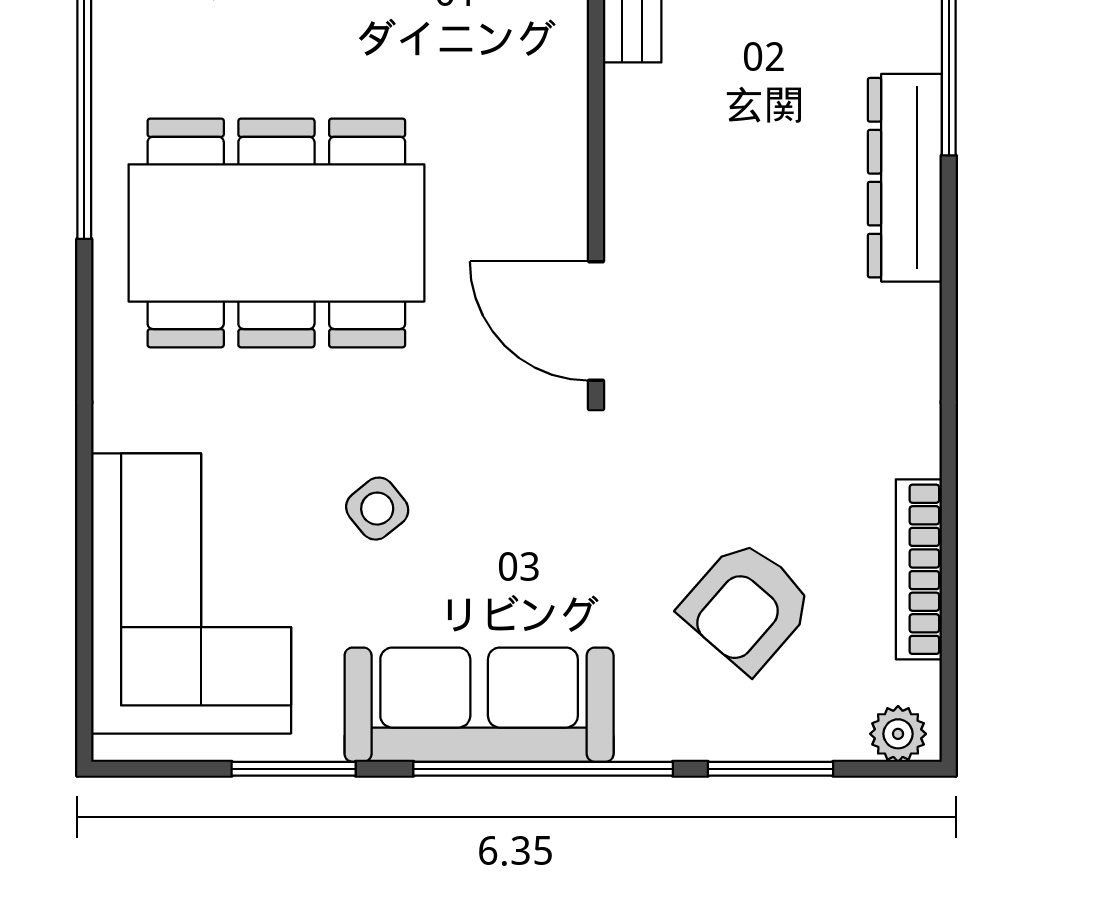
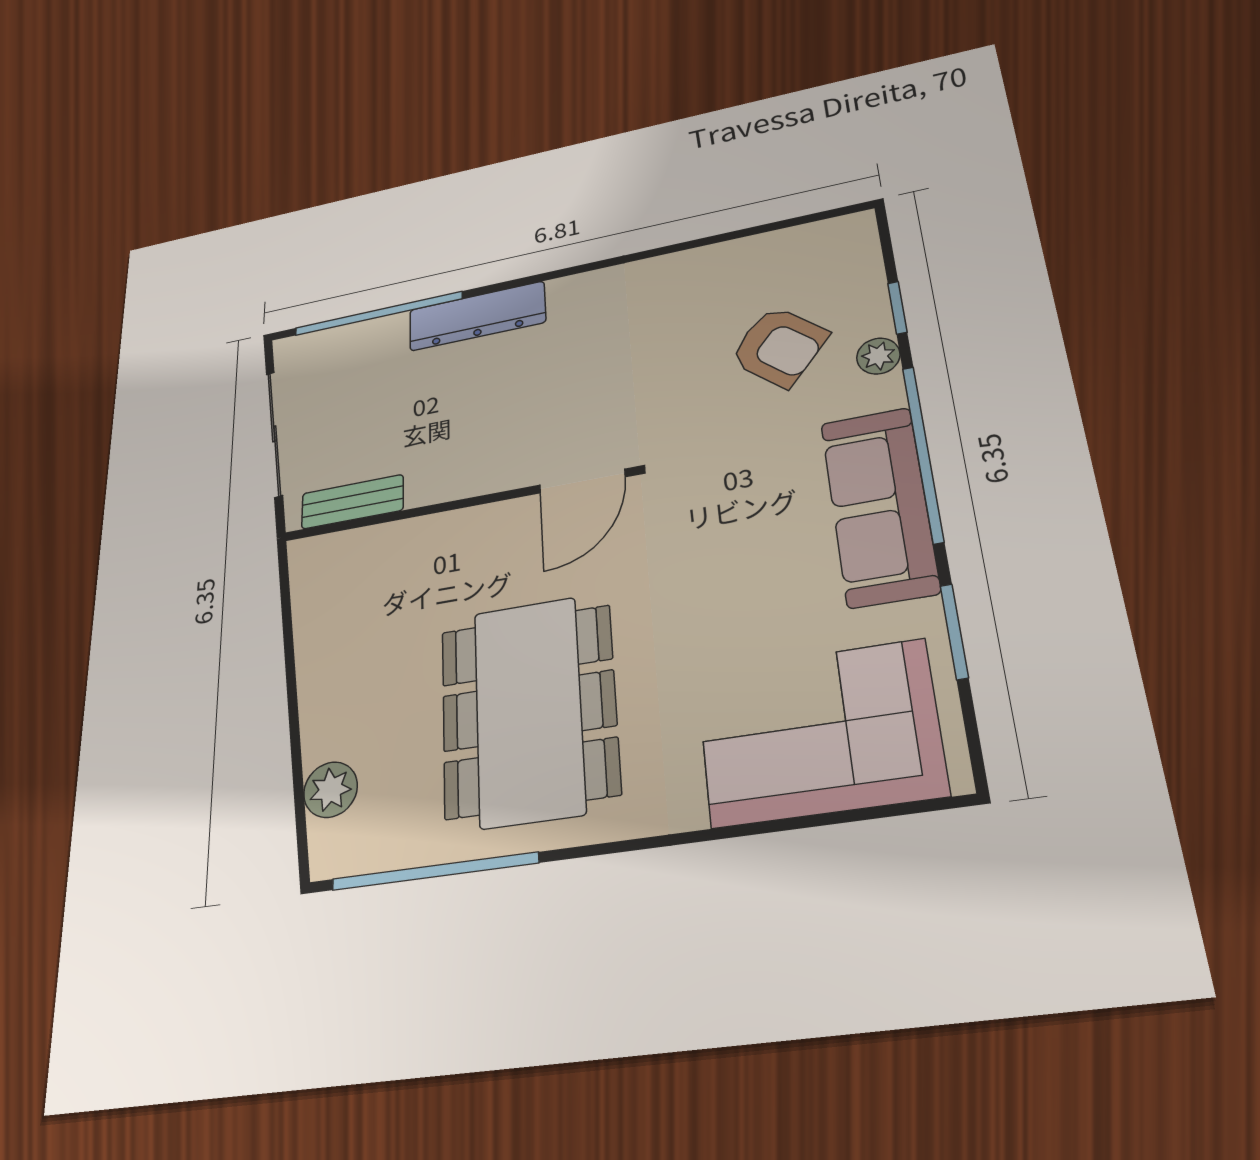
side table: (377, 509) -> (734, 604), removed
bookcase: (919, 569) -> (740, 251), removed
plant: (898, 734) -> (878, 356), moved
window: (770, 769) -> (897, 308), width x0.67

